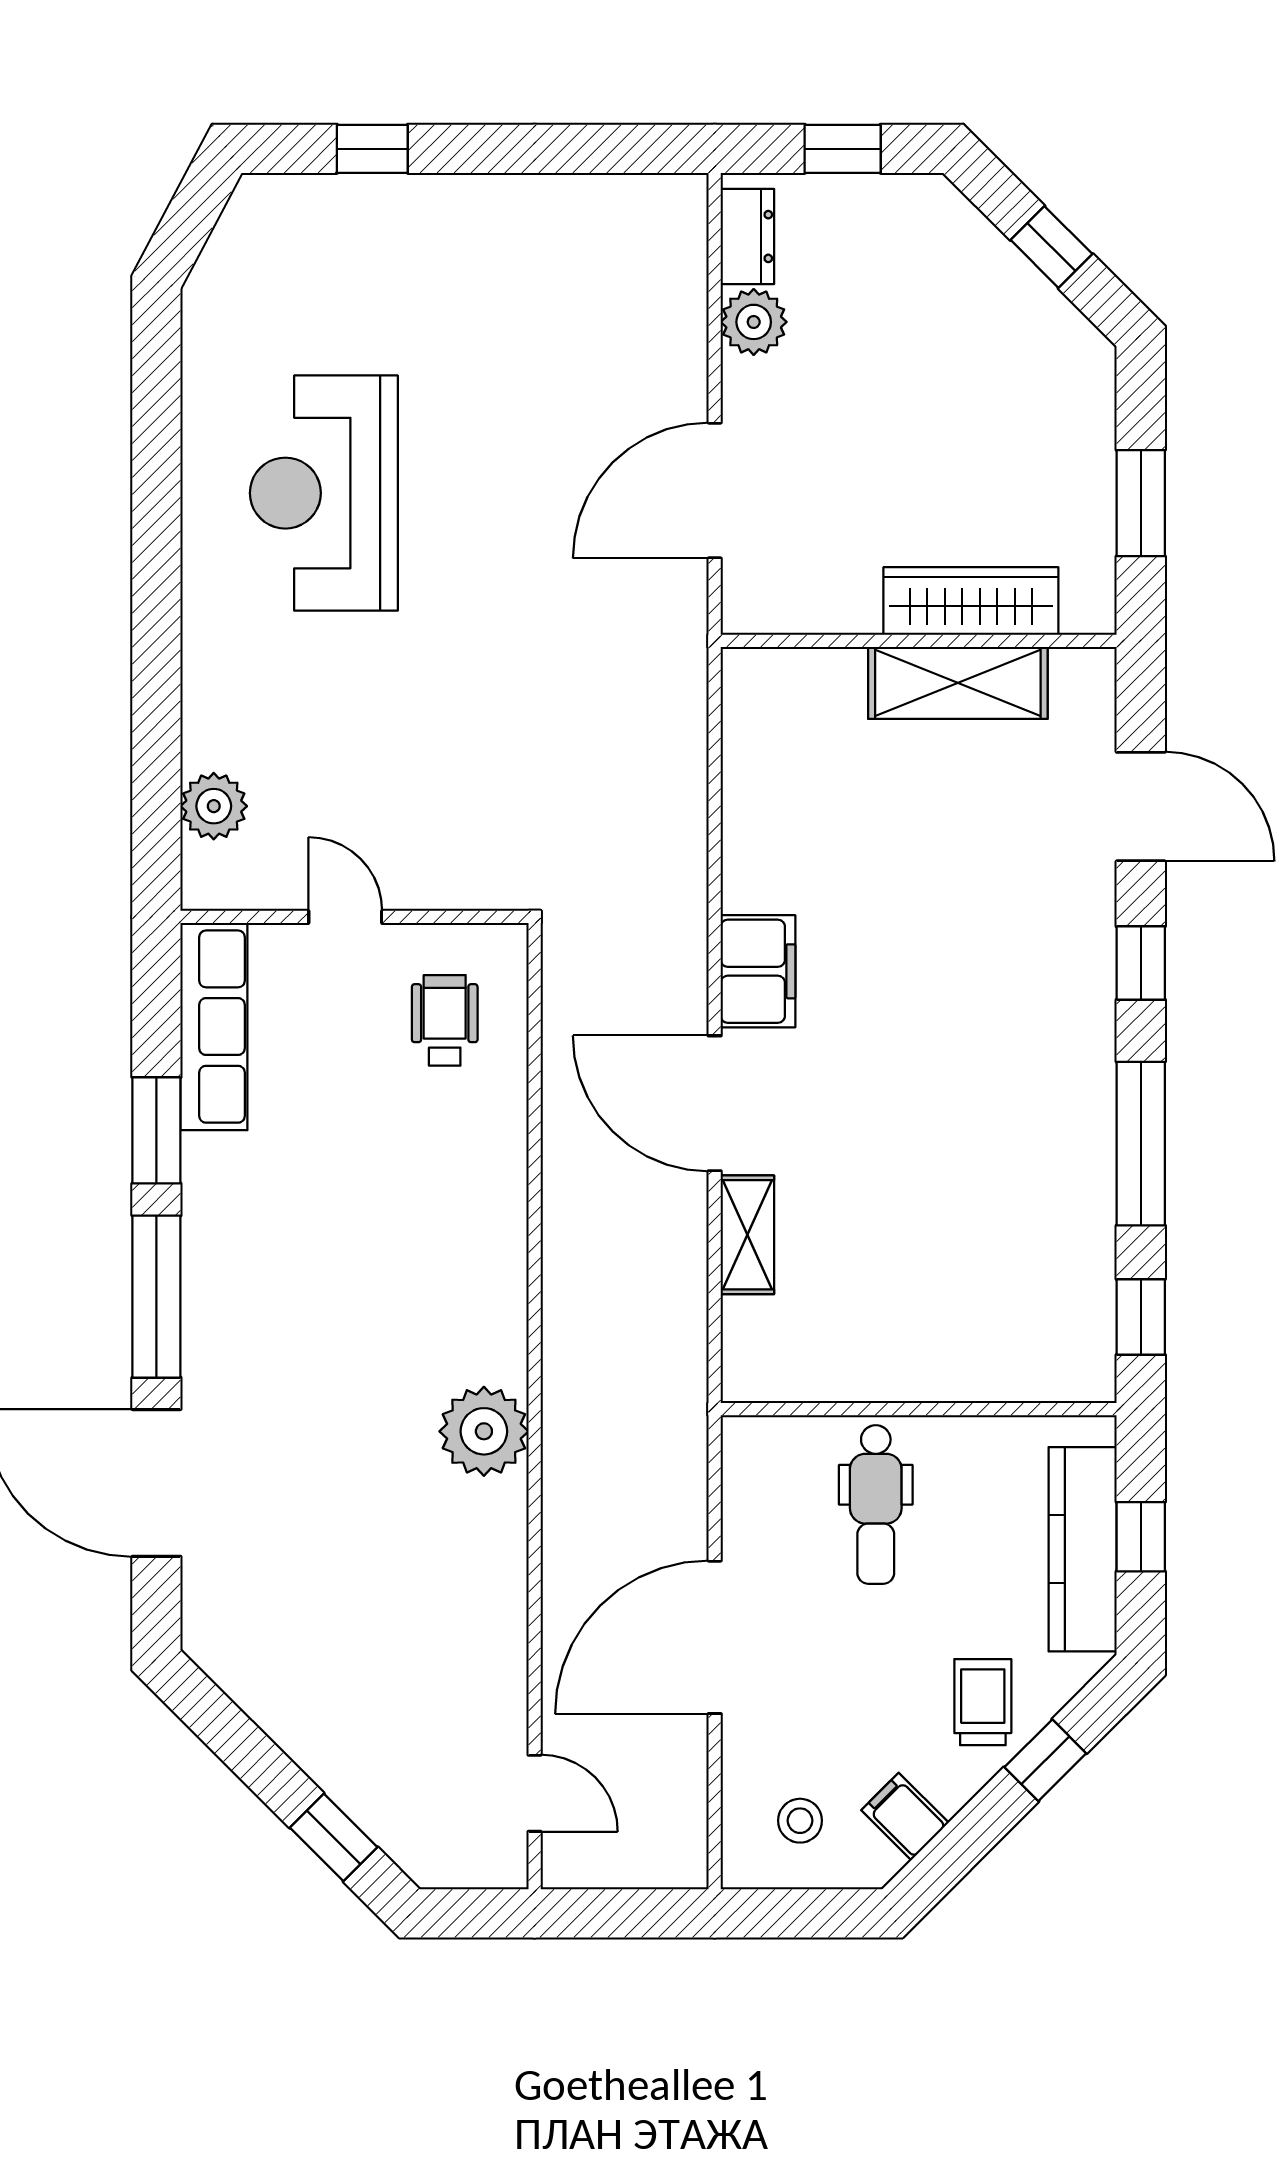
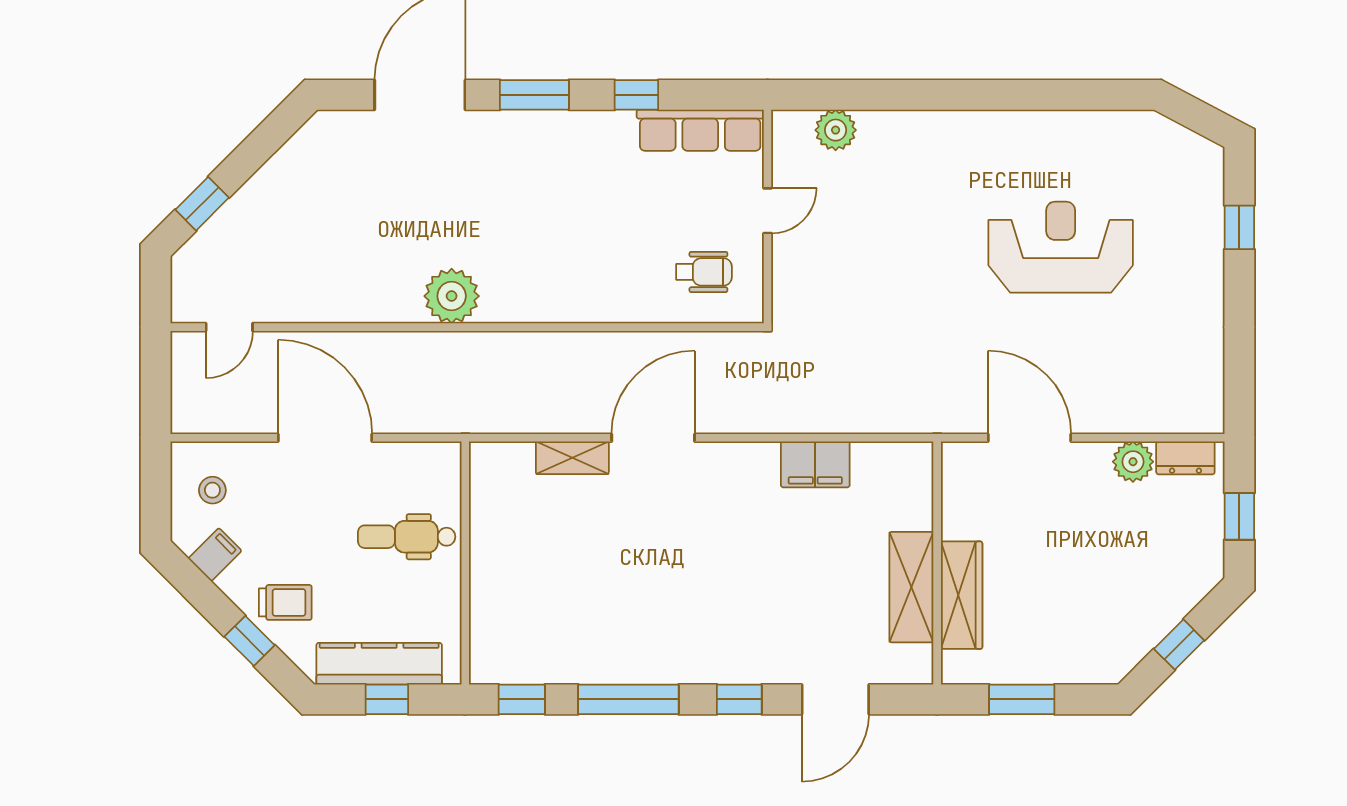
reception desk: (324, 493) -> (1061, 247), moved
filing cabinet: (758, 971) -> (815, 464), moved
window: (156, 1130) -> (636, 95), width x0.67
window: (156, 1297) -> (534, 95), width x0.69

